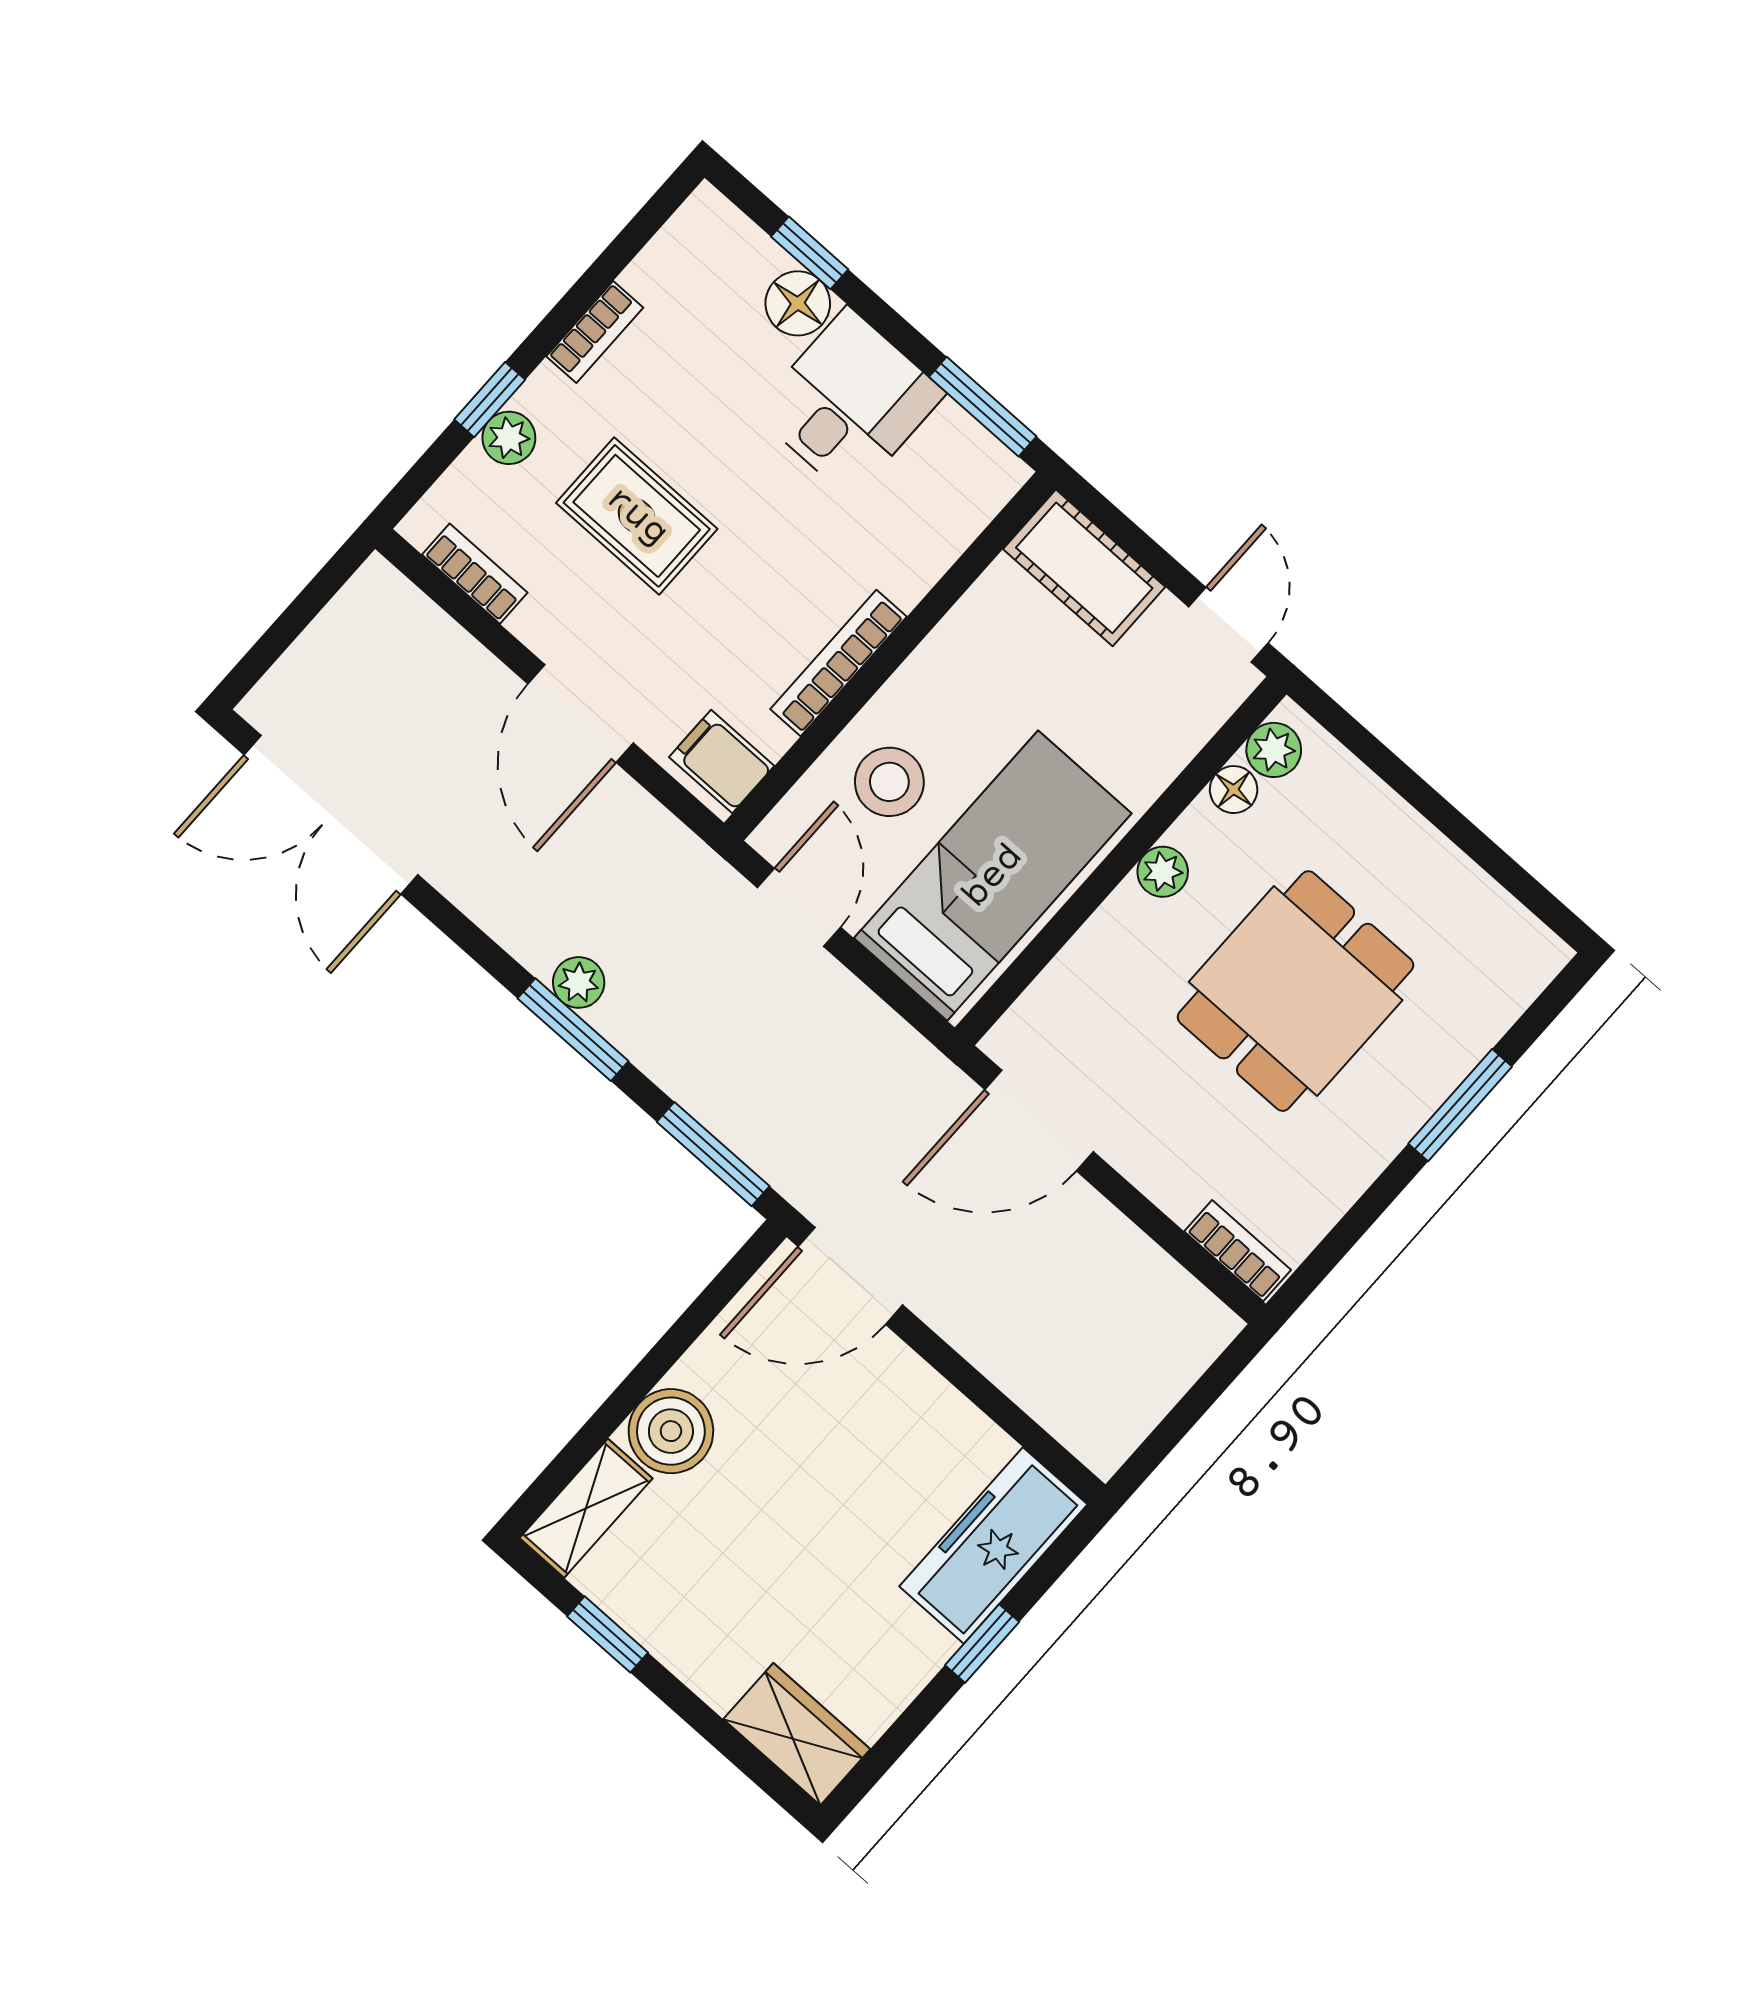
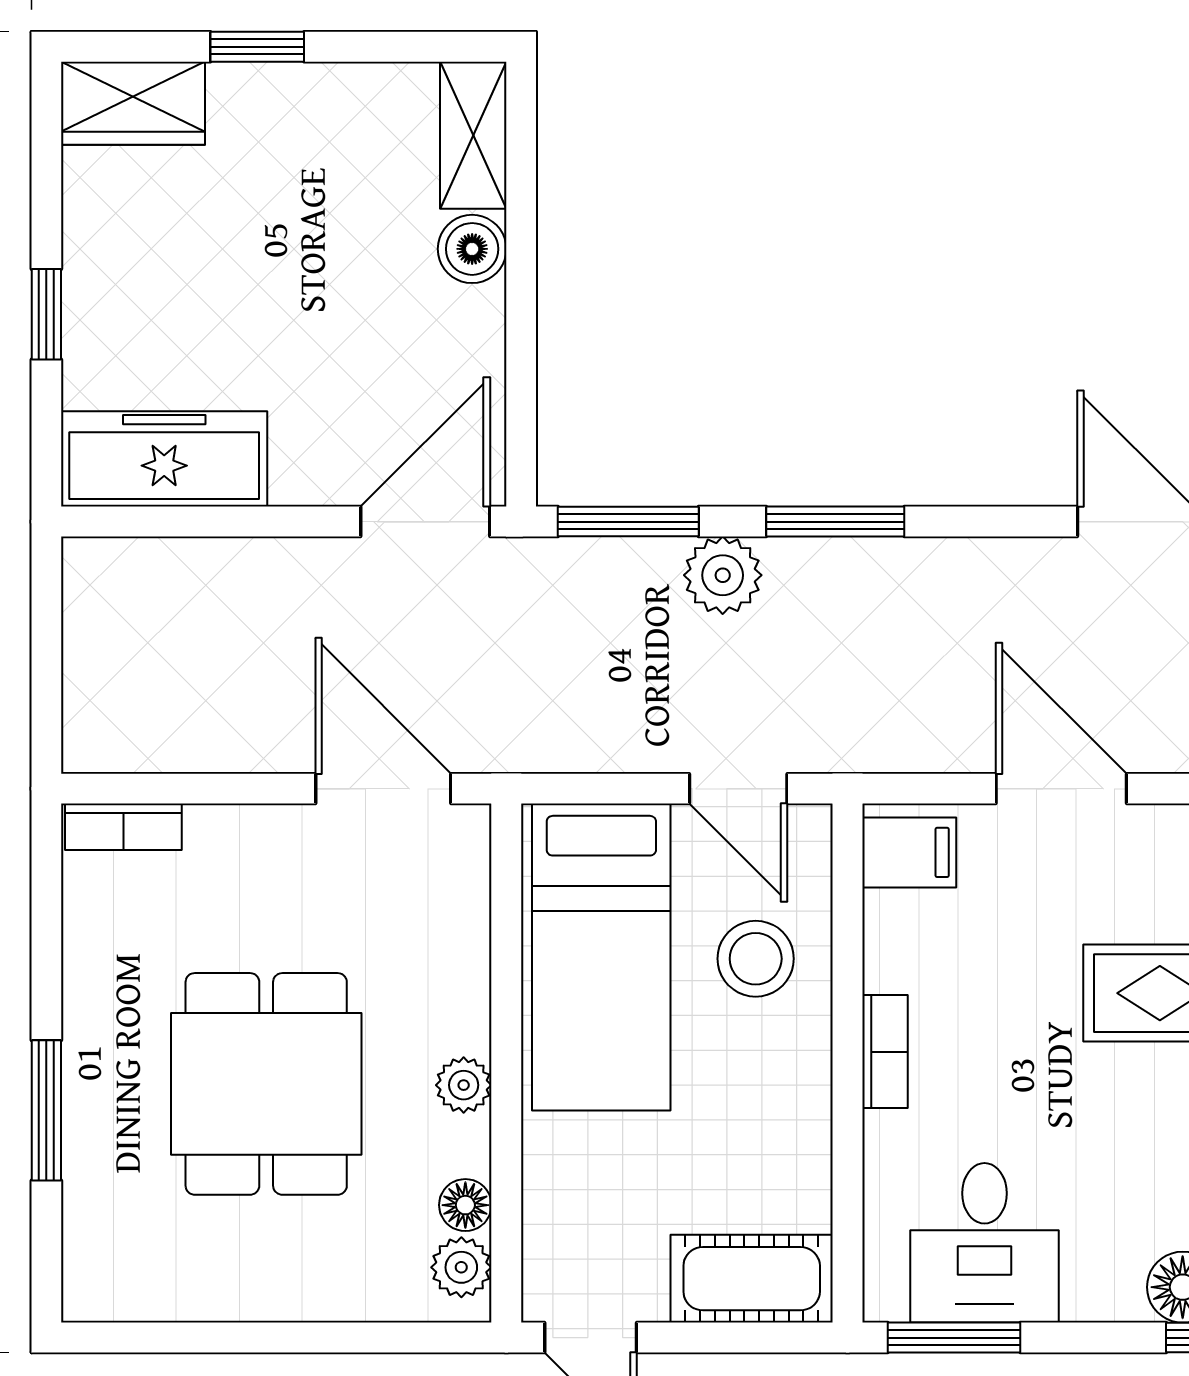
desk: (849, 403) -> (984, 1243), moved
bookcase: (838, 663) -> (885, 1052), width x0.64
plant: (579, 982) -> (723, 575), moved, width x1.38, depth x1.38
door: (1039, 1121) -> (383, 789), hinge flipped
boiler: (671, 1431) -> (472, 249), width x0.73, depth x0.73
freezer: (993, 1545) -> (164, 459), moved, turned -90
window: (608, 1634) -> (257, 47), moved

